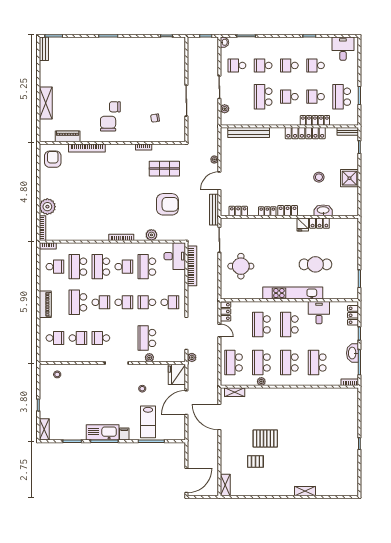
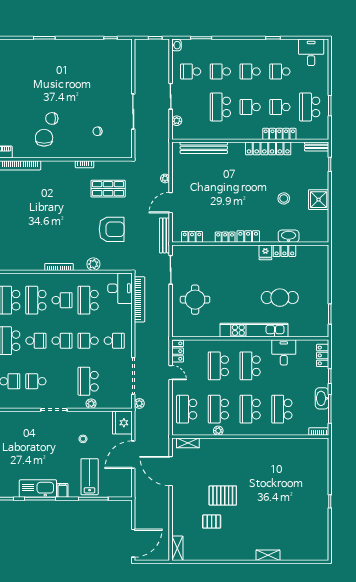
lab bench: (148, 422) -> (90, 477), turned 180

